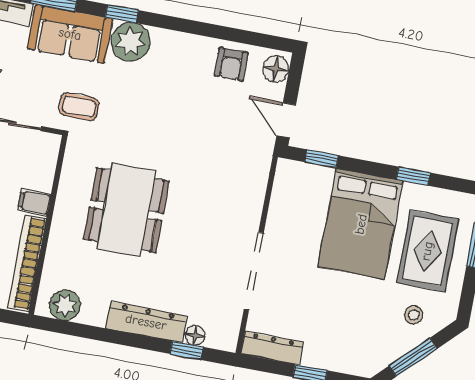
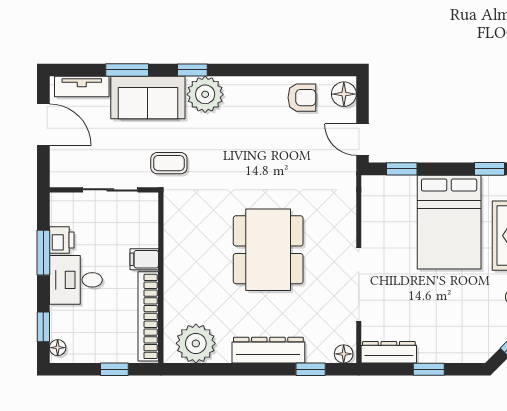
armchair: (231, 64) -> (302, 98), turned -90
dining table: (126, 210) -> (268, 250), moved
plant: (65, 305) -> (196, 343), width x1.36, depth x1.36
floor lamp: (195, 335) -> (344, 354), moved

